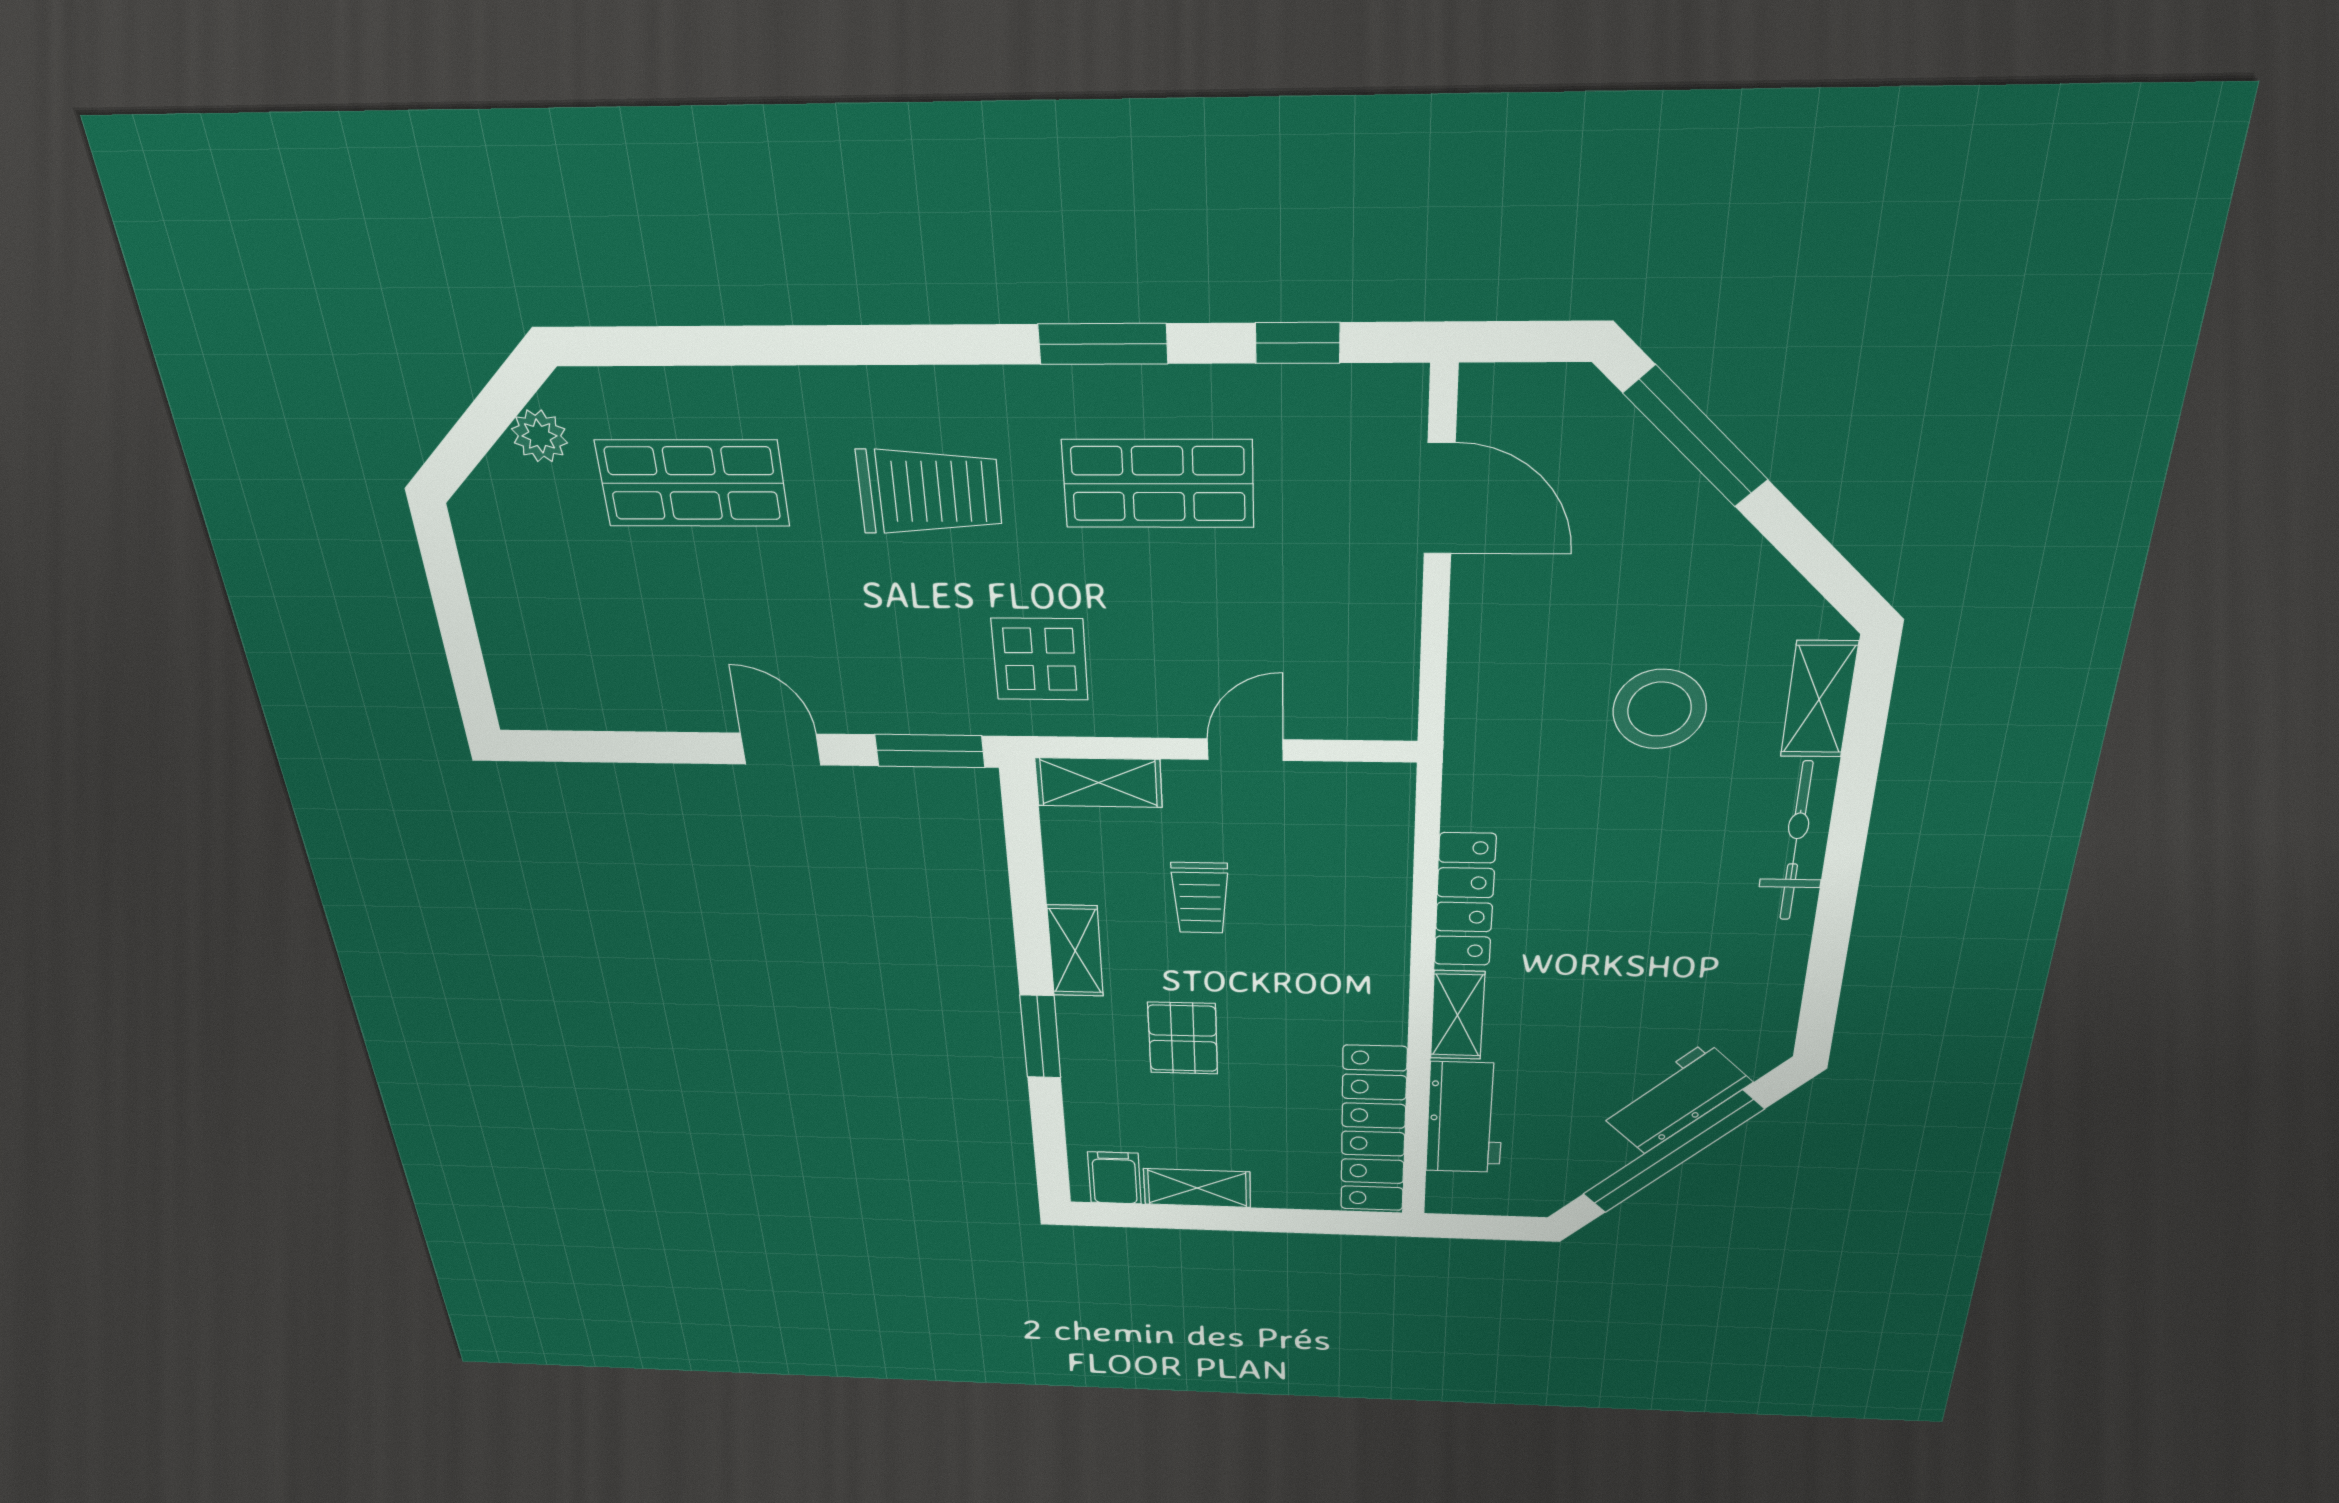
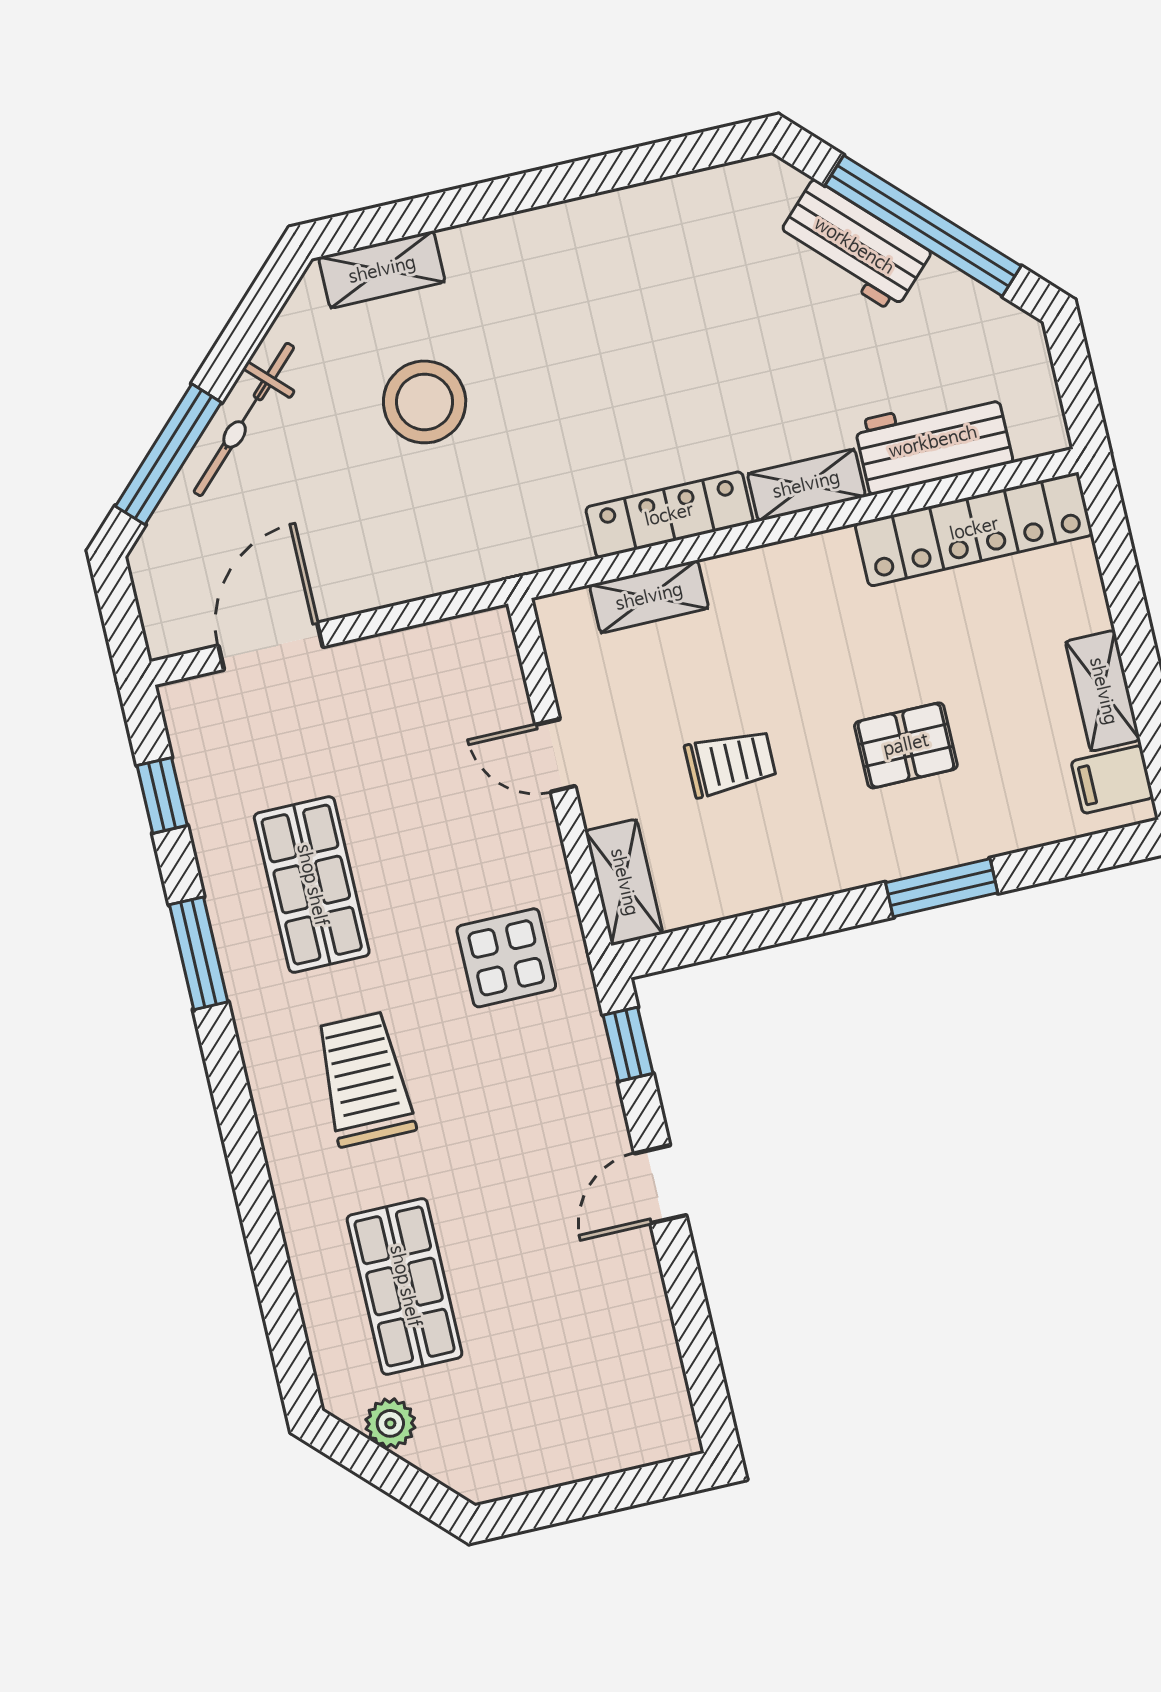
window: (930, 751) -> (628, 1044), width x0.67
bicycle: (1796, 842) -> (244, 419), moved, turned -45
shelving: (1075, 951) -> (649, 597), moved

